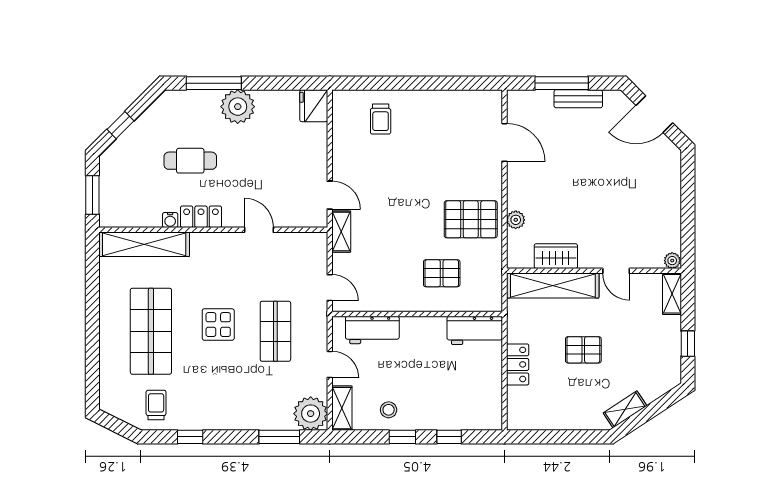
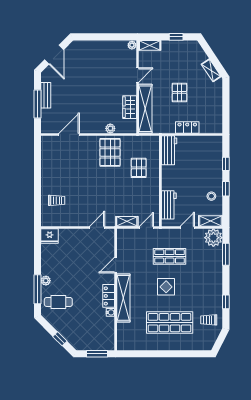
plant: (238, 107) -> (46, 281), width x0.53, depth x0.53
cafe table: (190, 161) -> (58, 302), moved, turned 90
shelving: (341, 232) -> (127, 221), moved
shelving: (144, 244) -> (123, 298), moved

